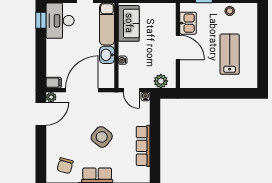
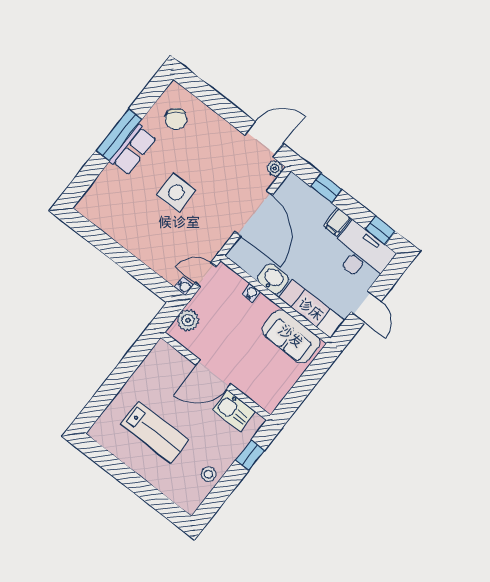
window: (41, 64) -> (326, 188), added
filing cabinet: (54, 83) -> (337, 222), moved
door: (41, 114) -> (264, 139), swing flipped
side table: (102, 137) -> (176, 192), turned -38
row of seats: (143, 146) -> (125, 235), removed
chair: (65, 166) -> (176, 119), turned -150

